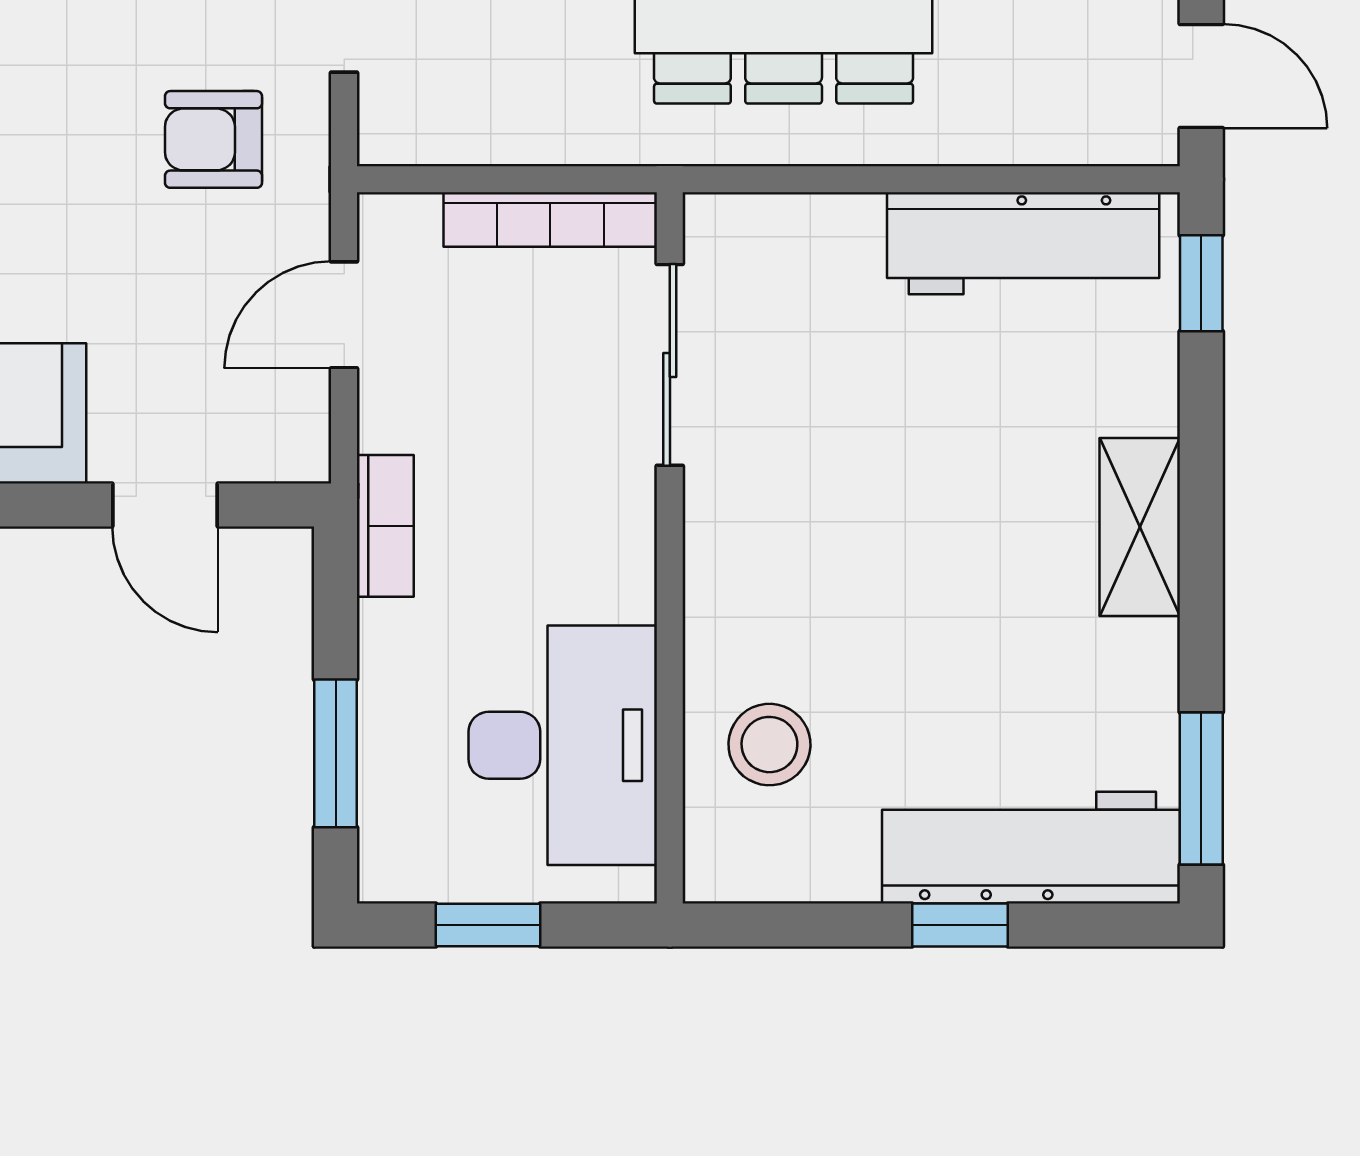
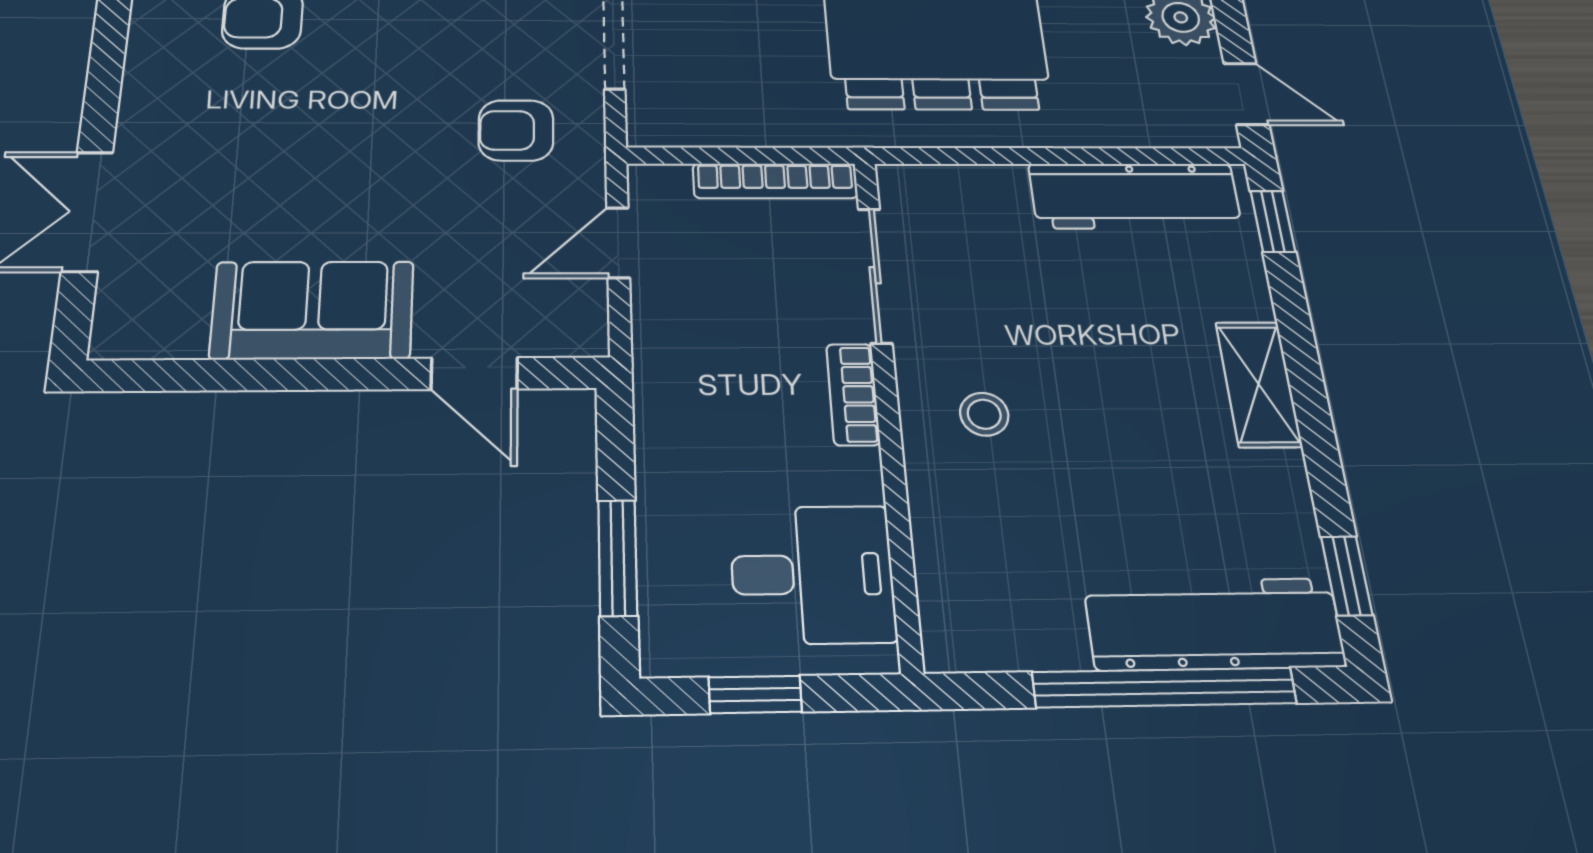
bookcase: (385, 526) -> (853, 394), moved, turned 180
desk: (563, 745) -> (812, 574), width x0.73
stool: (769, 745) -> (984, 414), moved, width x0.73, depth x0.73
window: (1201, 789) -> (1347, 576), width x0.67
window: (960, 925) -> (1164, 688), width x3.17

